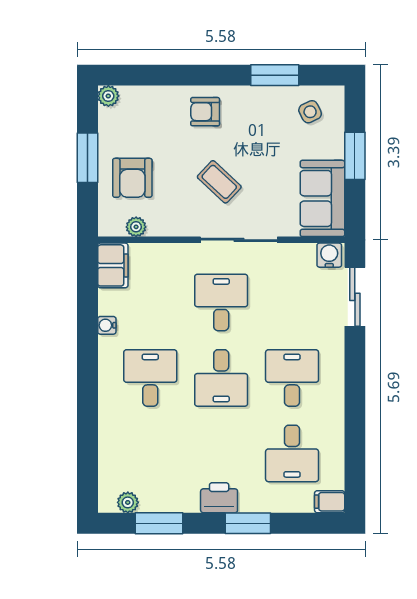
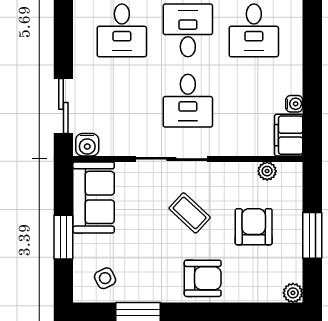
armchair: (205, 112) -> (203, 278), width x1.38, depth x1.38
armchair: (132, 178) -> (254, 227), moved
water cooler: (107, 325) -> (294, 104), moved

